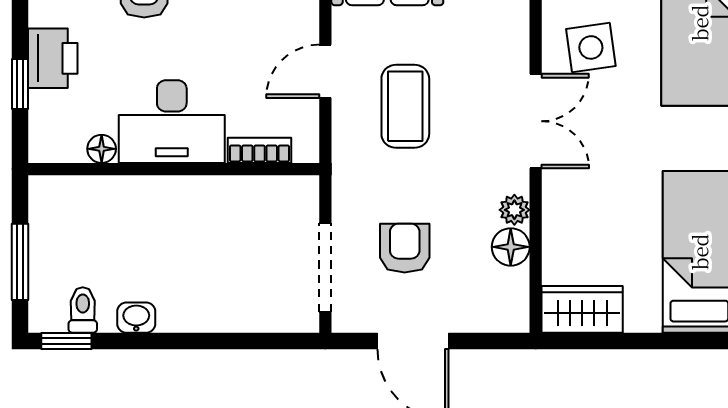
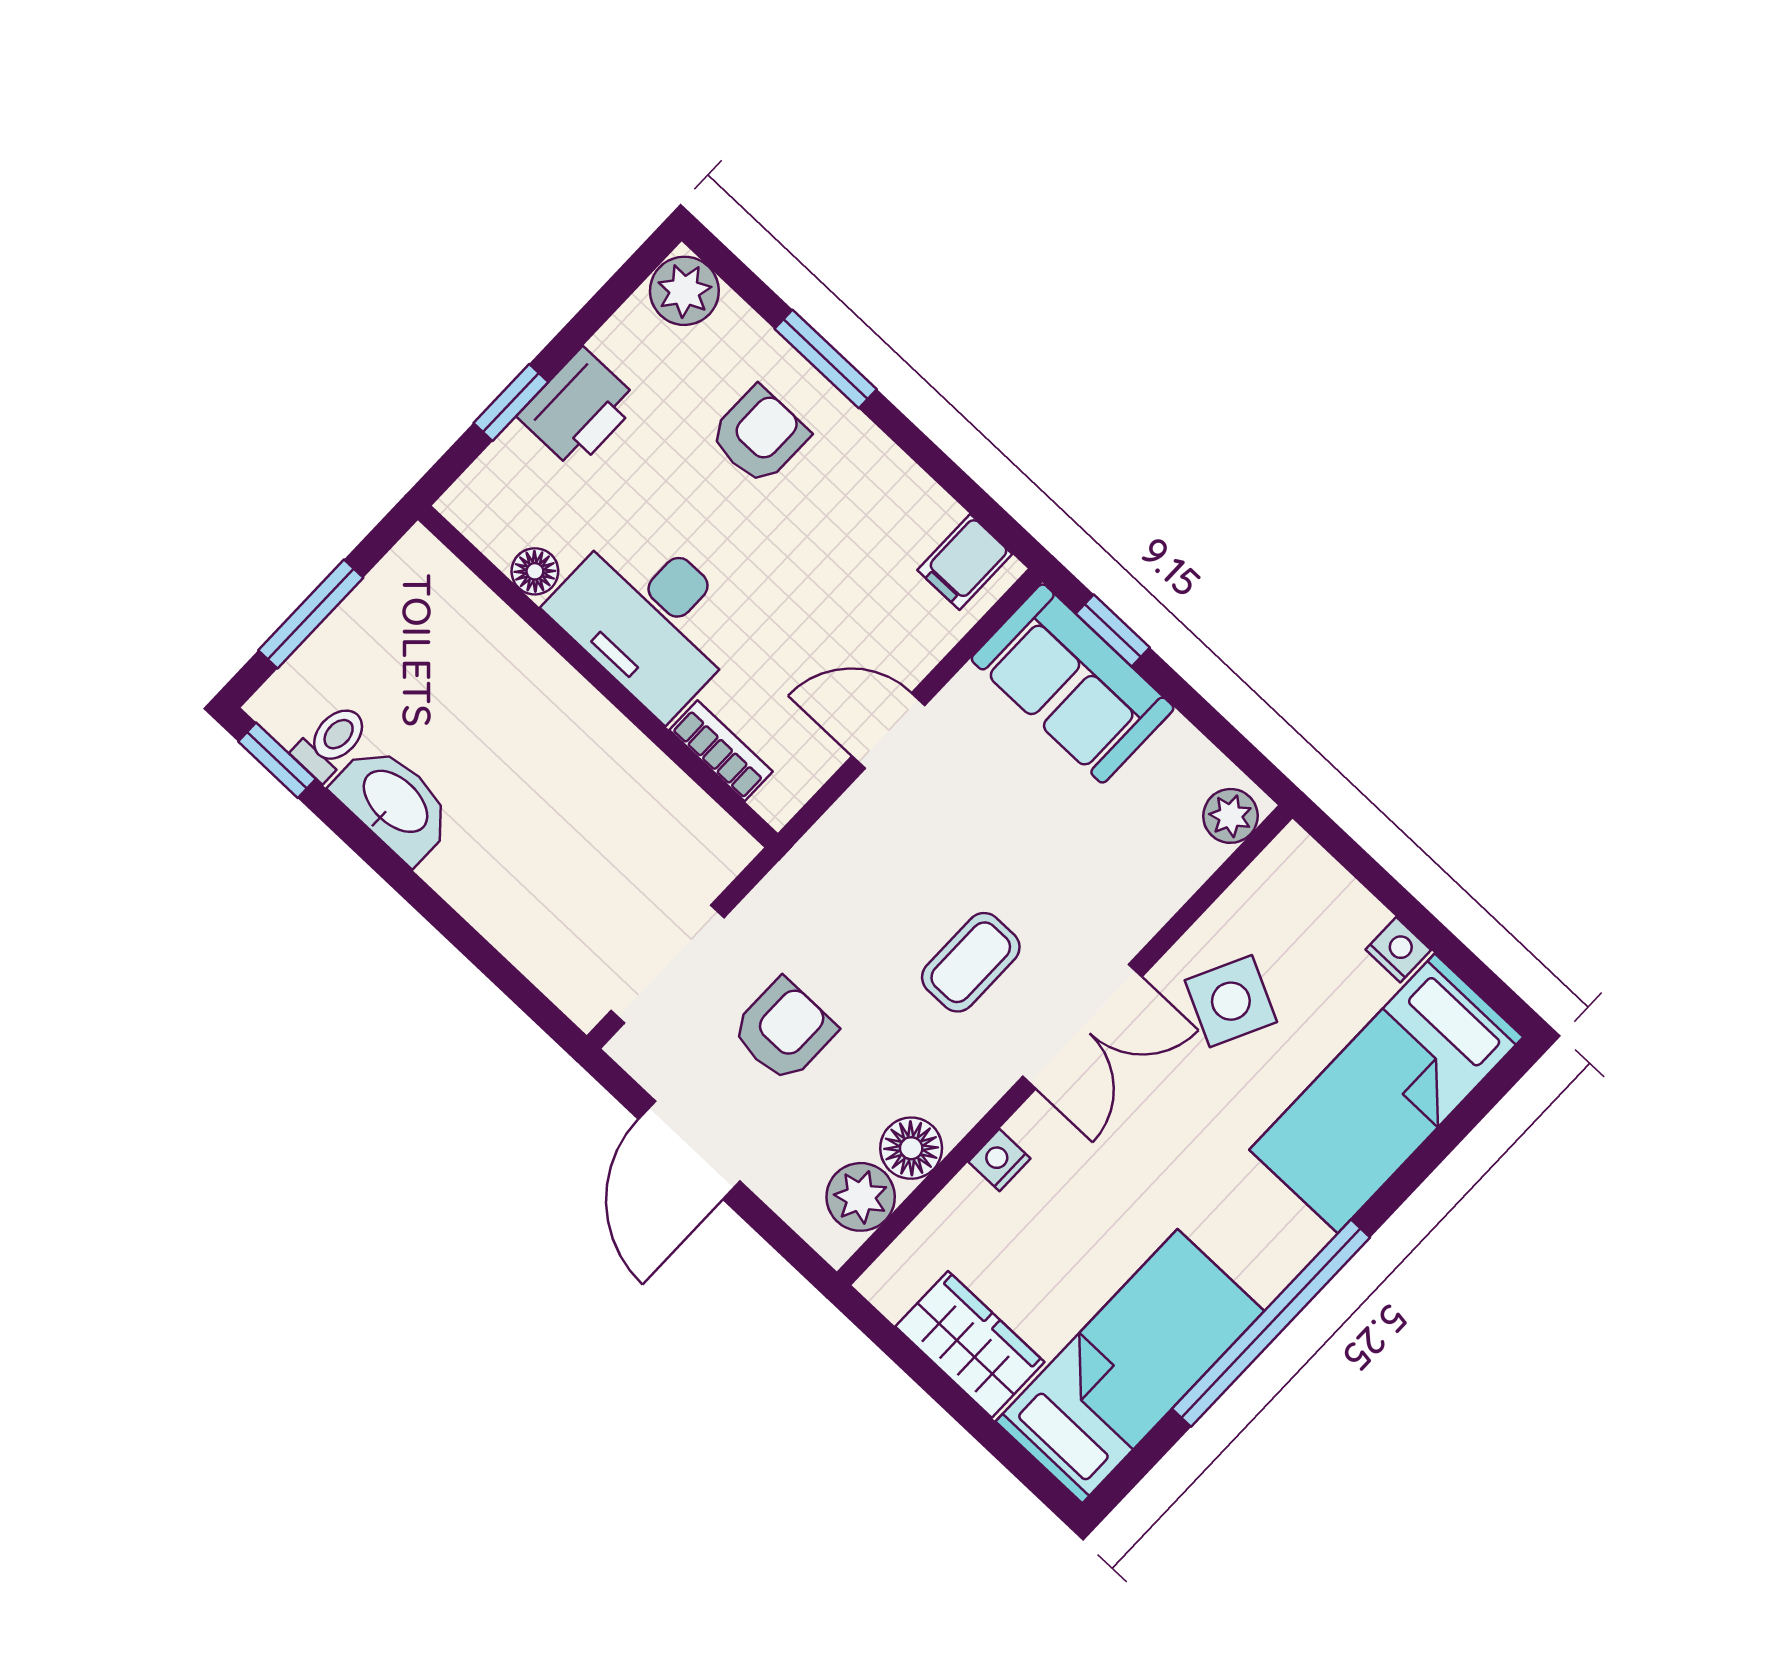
side table: (591, 47) -> (1231, 1001), turned 34
coffee table: (405, 106) -> (971, 962), moved, width x0.73, depth x0.77
plant: (514, 210) -> (861, 1197), moved, width x1.38, depth x1.38
nightstand: (555, 215) -> (999, 1160), added
wardrobe: (582, 309) -> (970, 1344), moved
washbasin: (136, 318) -> (394, 803), width x1.91, depth x1.45

